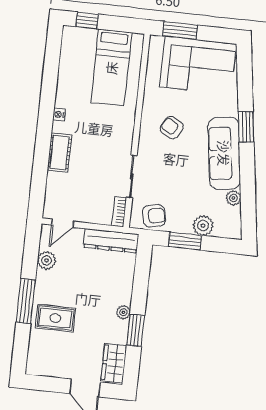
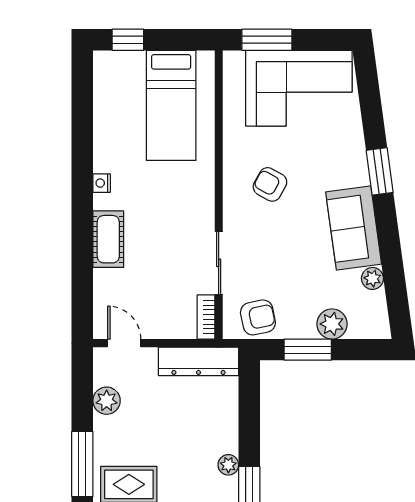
sofa: (224, 153) -> (354, 228), width x0.73
door: (63, 223) -> (124, 343), swing flipped

